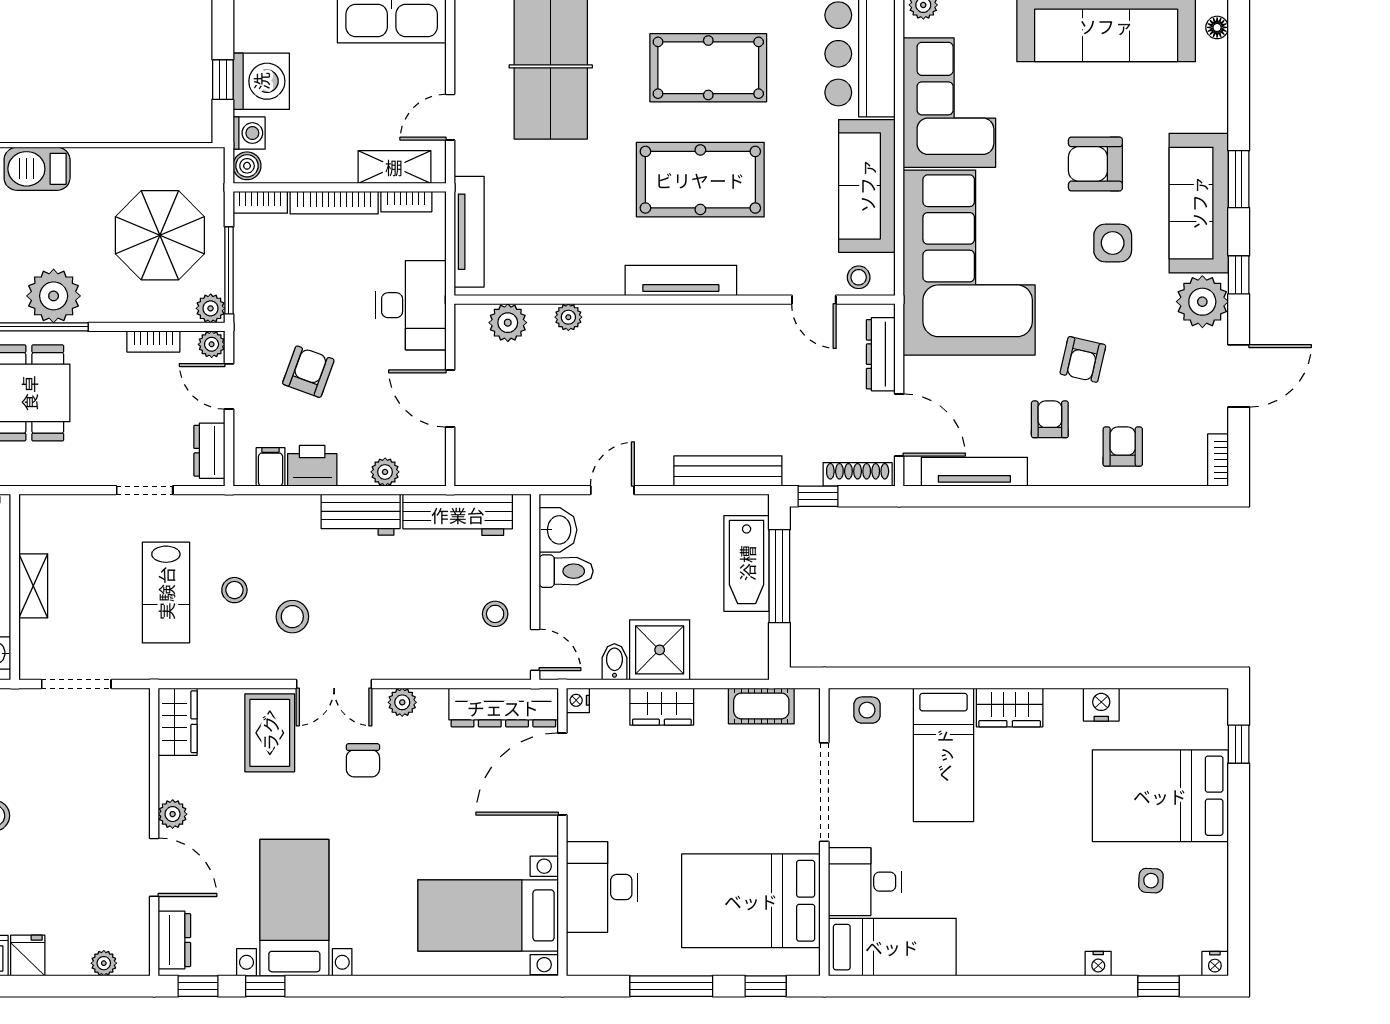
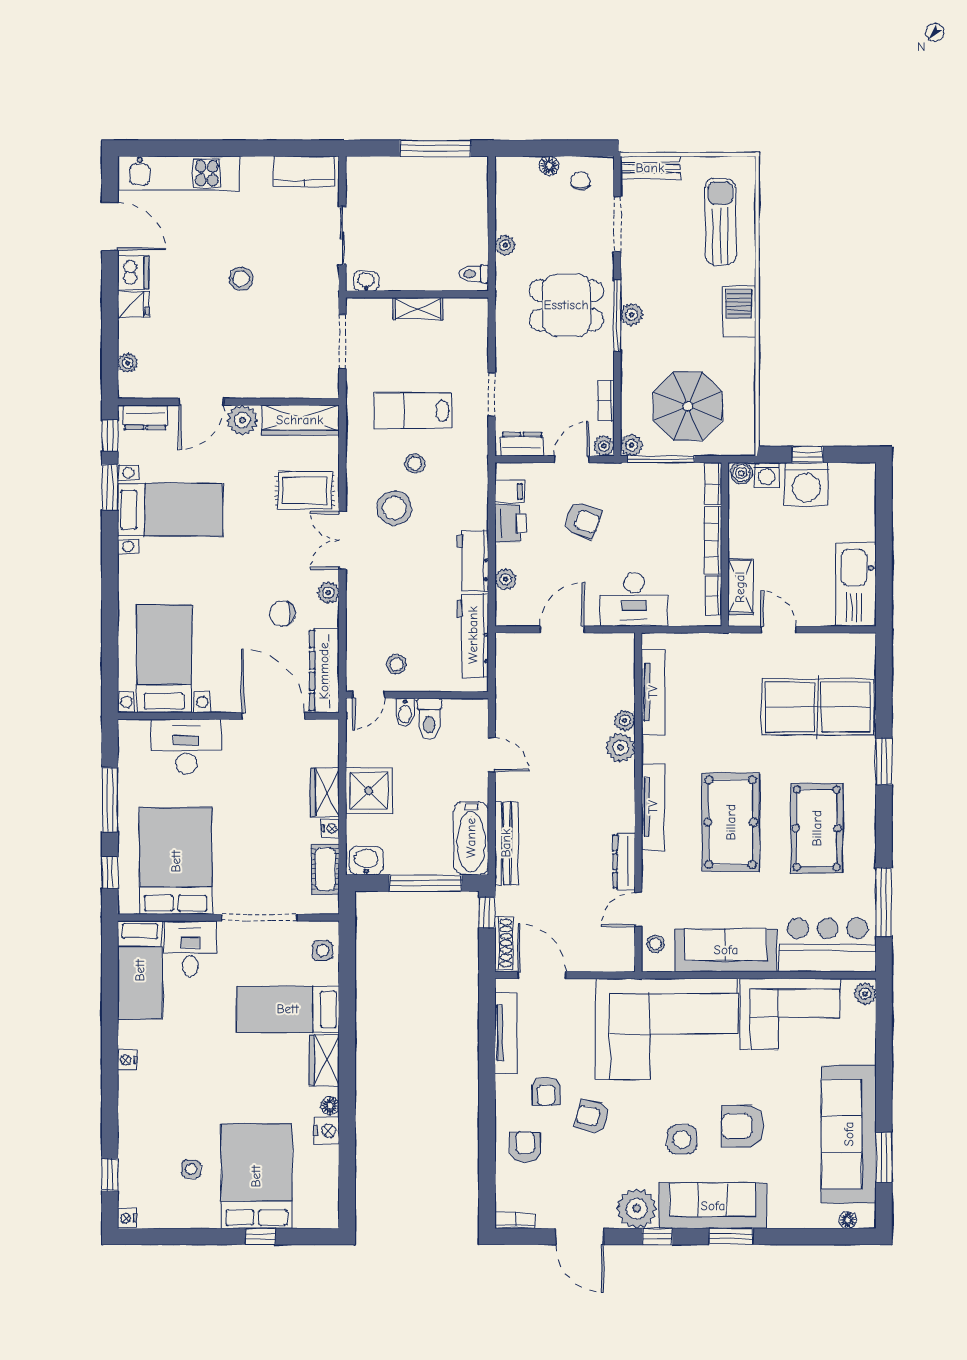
armchair: (1095, 164) -> (743, 1126), turned -90
tv unit: (469, 232) -> (653, 692), moved, turned -90
plant: (54, 296) -> (631, 315), width x0.53, depth x0.53
plant: (508, 323) -> (621, 748), moved
dresser: (881, 354) -> (624, 862), moved, turned -90
armchair: (1050, 419) -> (546, 1091), turned 90
door: (899, 425) -> (542, 975), swing flipped
armchair: (1123, 447) -> (525, 1147), turned -90
washbasin: (558, 530) -> (366, 861), moved, turned 180
bathtub: (747, 563) -> (471, 838), moved, turned -90
stool: (292, 617) -> (394, 508), width x1.38, depth x1.38
bidet: (614, 662) -> (405, 712), moved, turned 90
nightstand: (578, 700) -> (330, 828), moved, turned 90
floor lamp: (1069, 700) -> (330, 1106), added
wardrobe: (178, 722) -> (300, 420), width x1.50
window: (1239, 744) -> (260, 1236), moved
chair: (363, 760) -> (282, 614), moved
plant: (173, 814) -> (242, 420), width x1.38, depth x1.38
nightstand: (1098, 964) -> (127, 1060), moved
window: (265, 986) -> (110, 487), width x1.50

